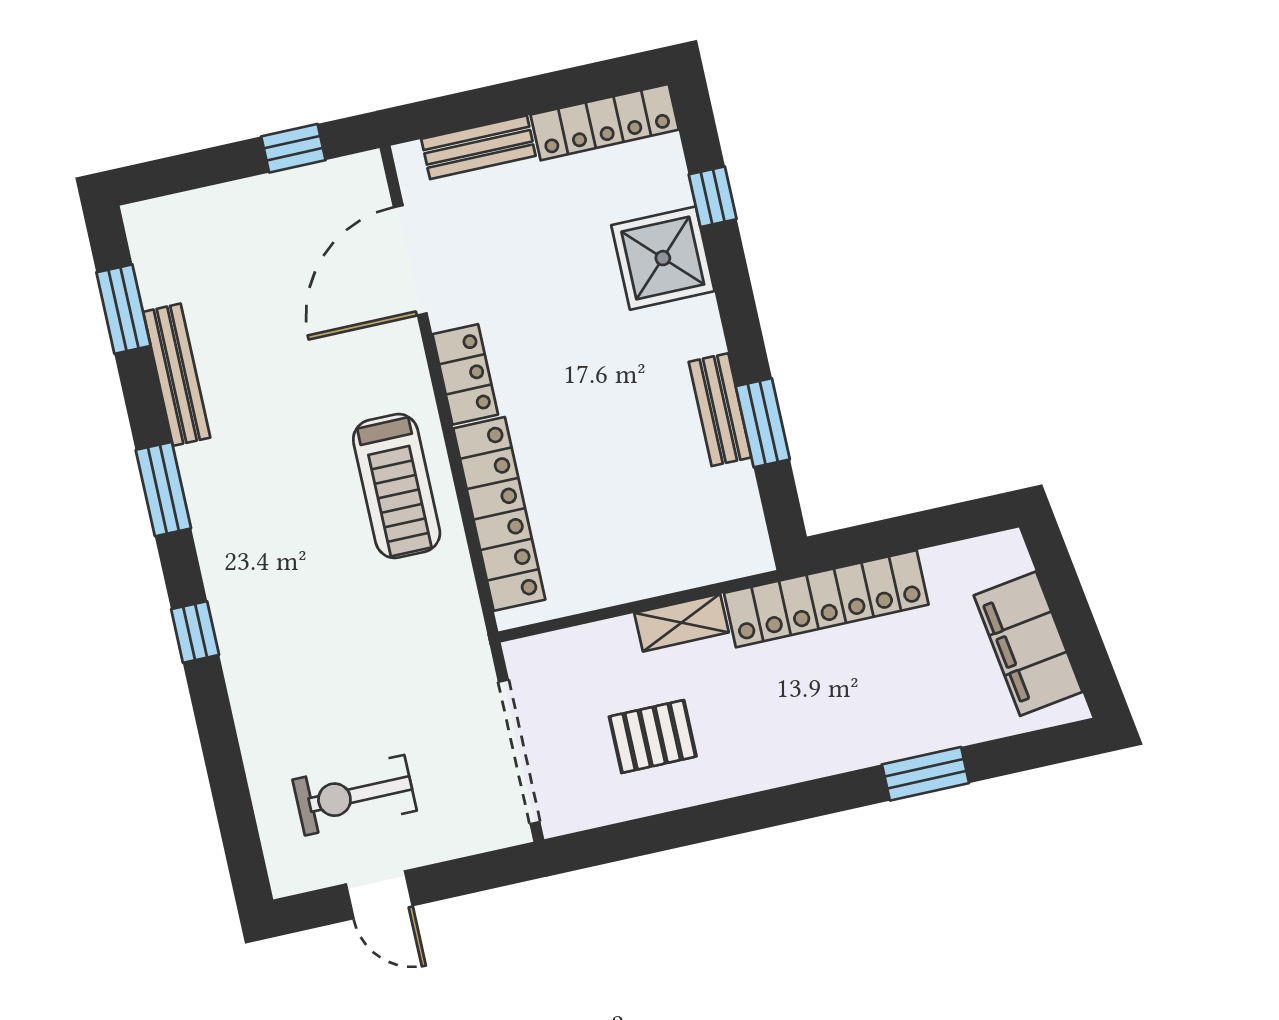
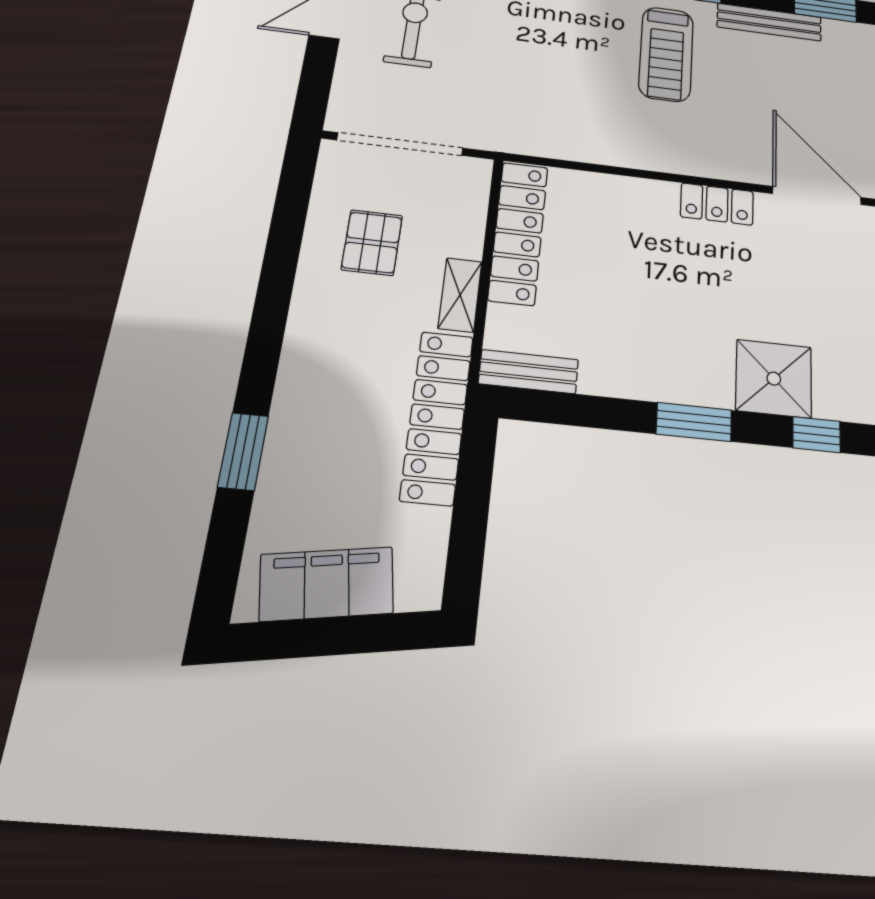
bench: (720, 410) -> (529, 372), moved
window: (763, 423) -> (694, 422), moved
treadmill: (397, 486) -> (666, 54), moved, turned -90
locker: (499, 514) -> (518, 233), moved, turned -90

